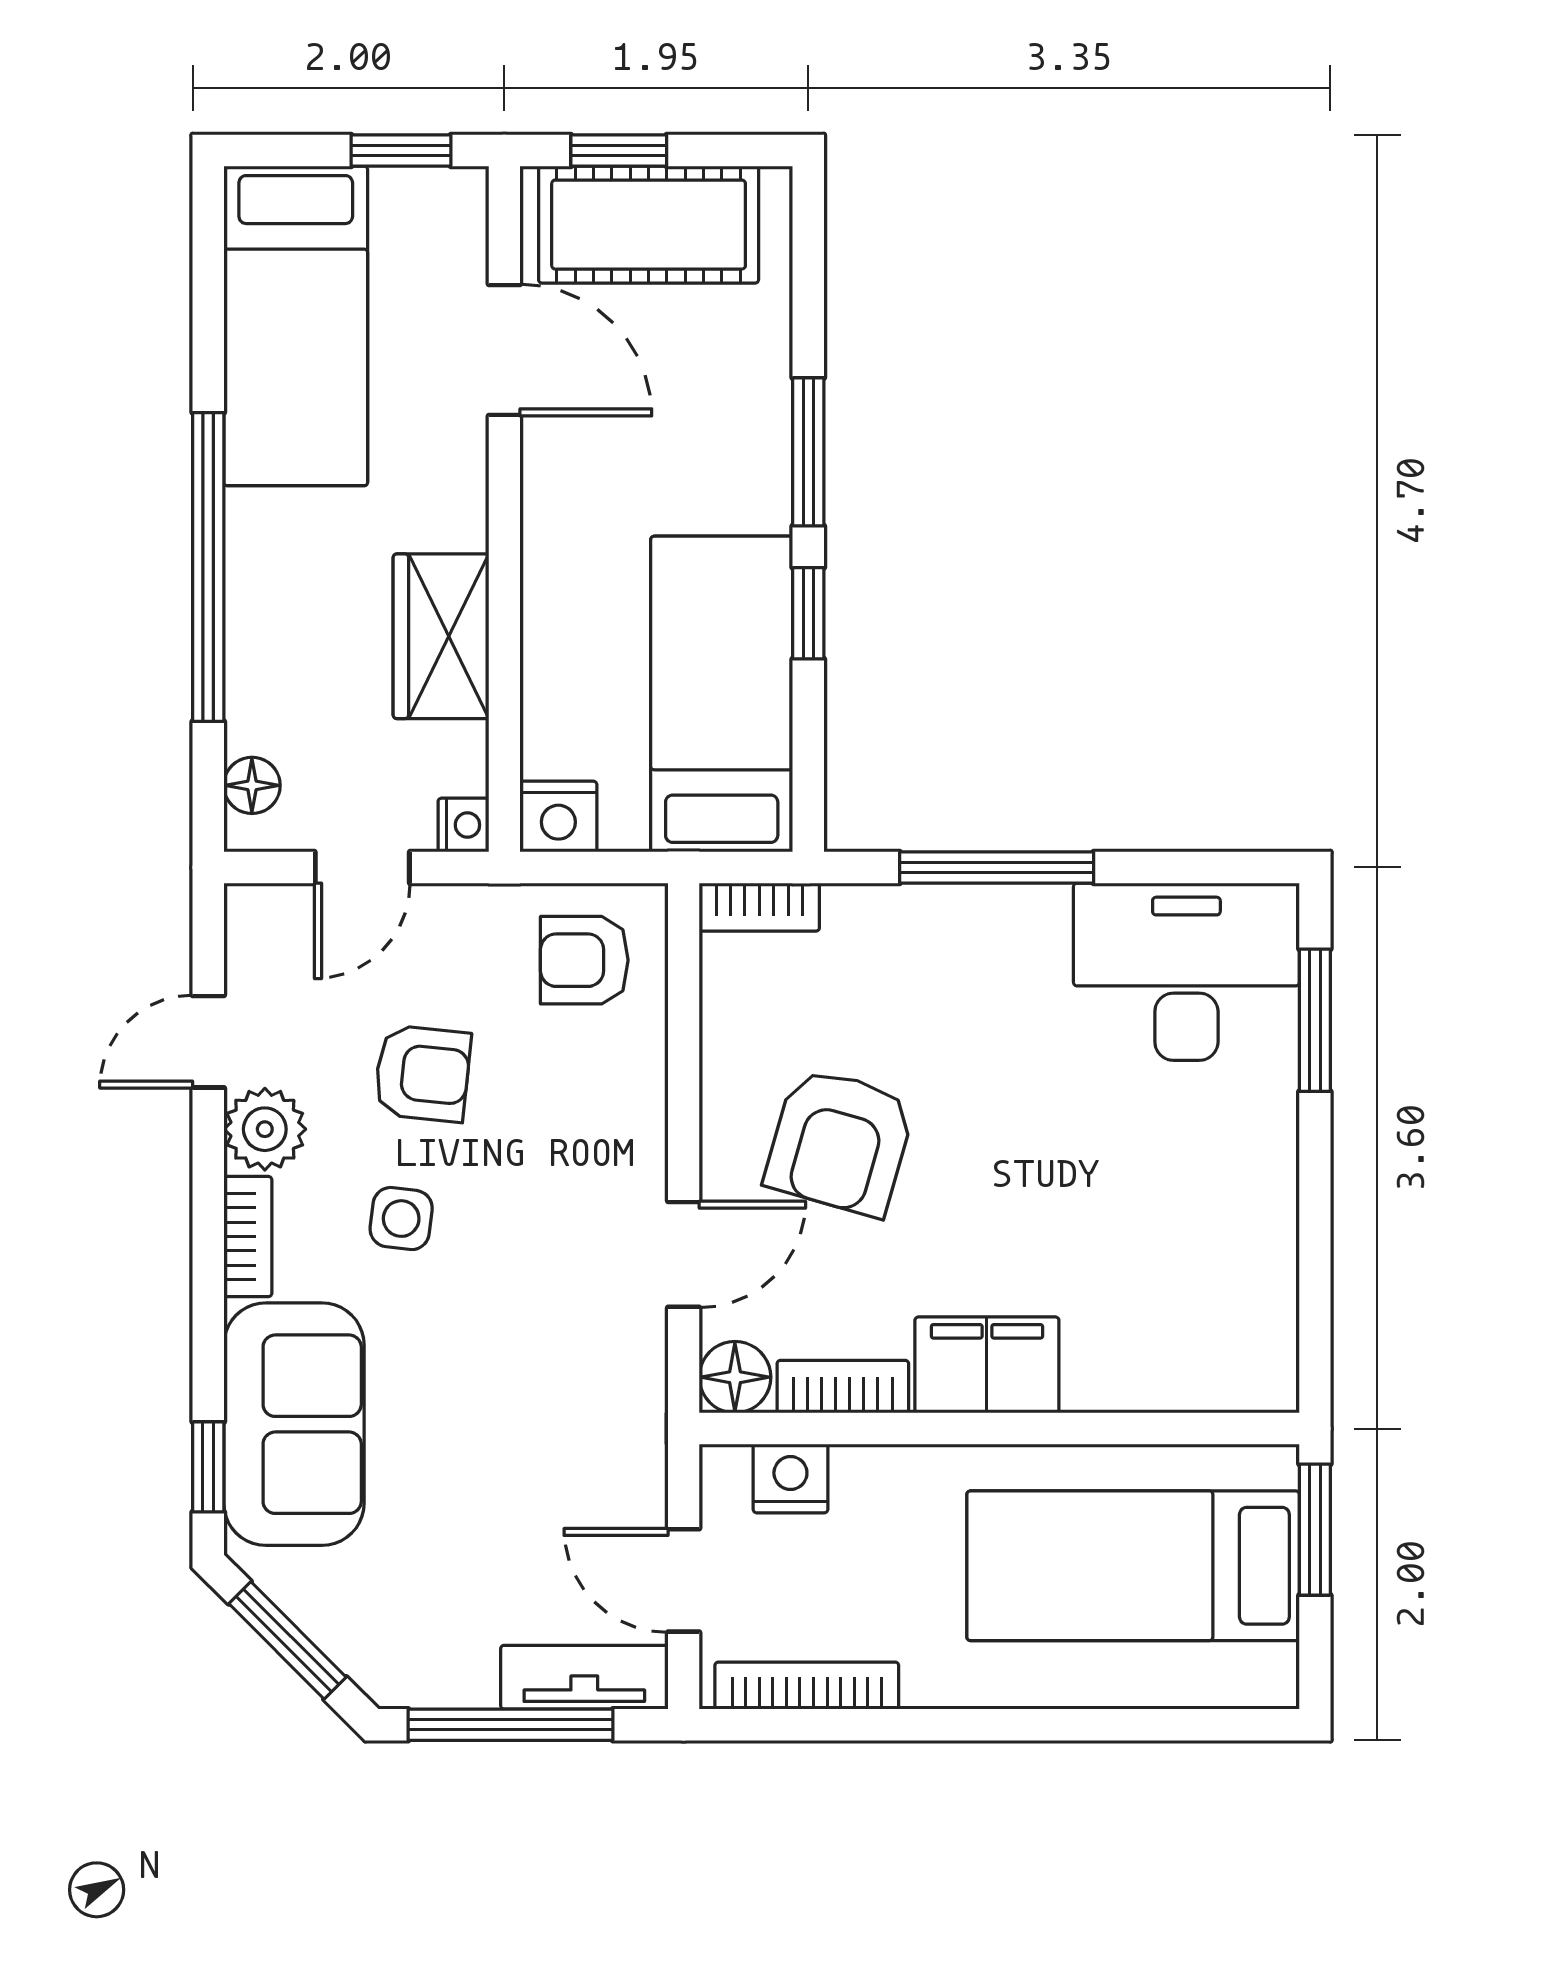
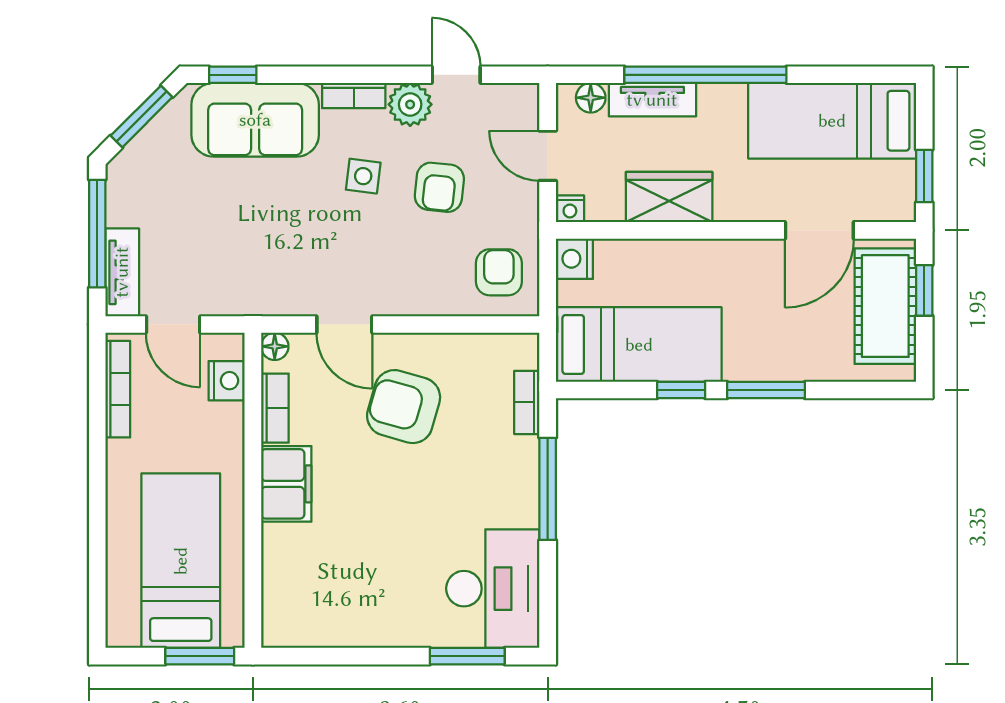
tv unit: (256, 668) -> (652, 100), added
bookcase: (759, 907) -> (527, 402), moved
floor lamp: (735, 1377) -> (275, 346), width x0.73, depth x0.73
door: (684, 1580) -> (173, 324), swing flipped

